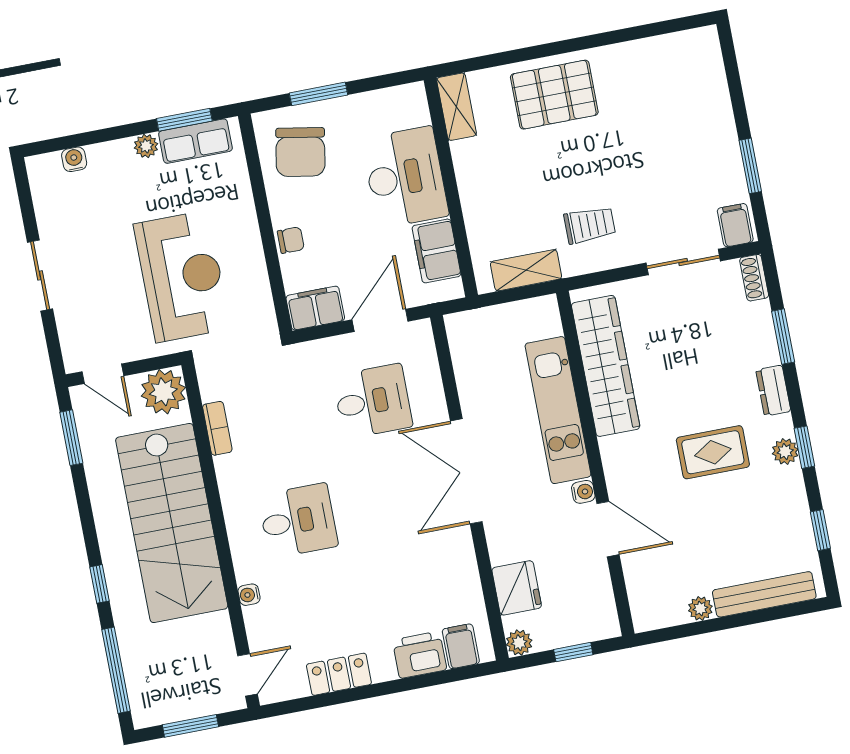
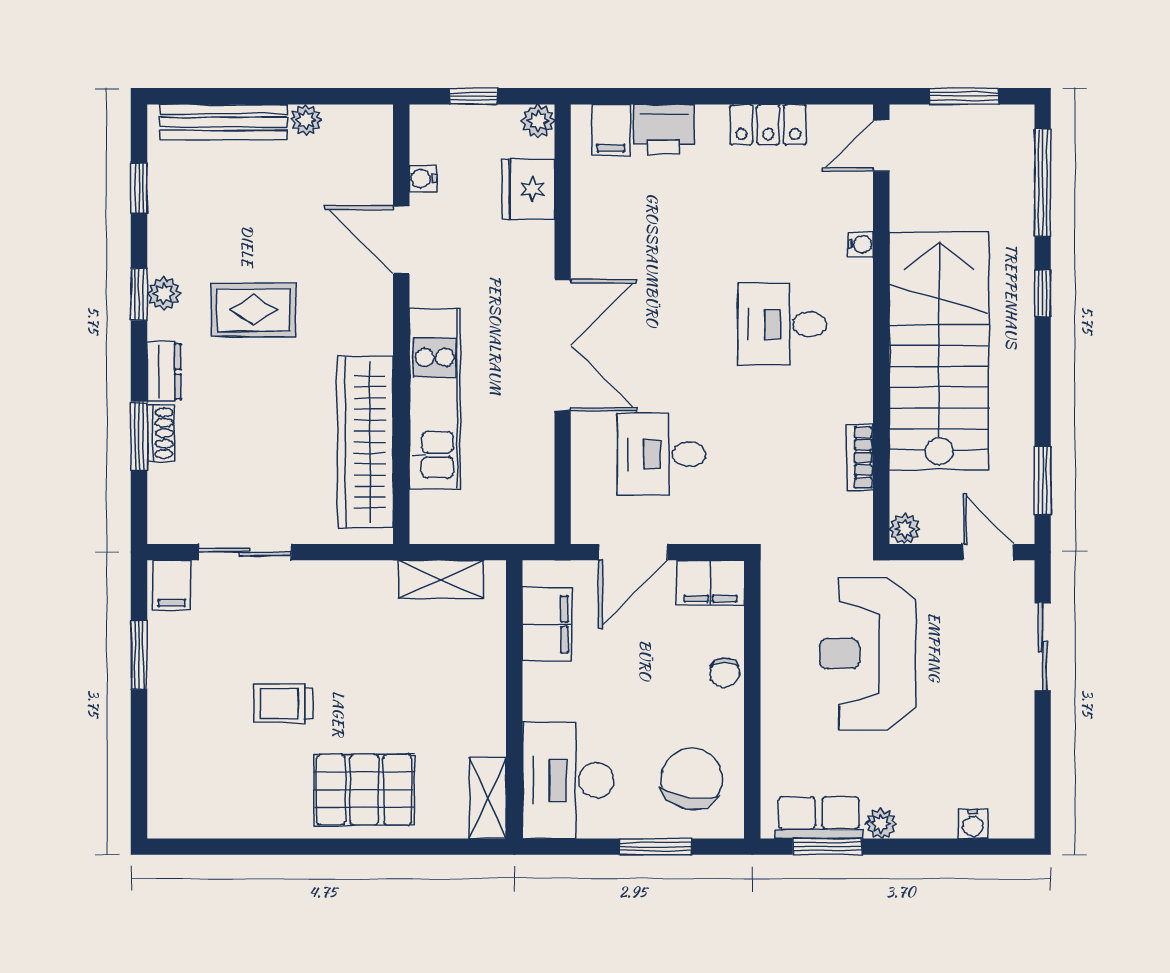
desk: (405, 177) -> (568, 780), moved
trolley: (590, 225) -> (283, 703), moved
chair: (291, 240) -> (724, 673), turned -90
sliding door: (40, 275) -> (1043, 646), moved
shoe rack: (754, 278) -> (161, 433), moved
plant: (163, 392) -> (905, 529), width x0.53, depth x0.53
water cooler: (583, 492) -> (423, 178), moved

